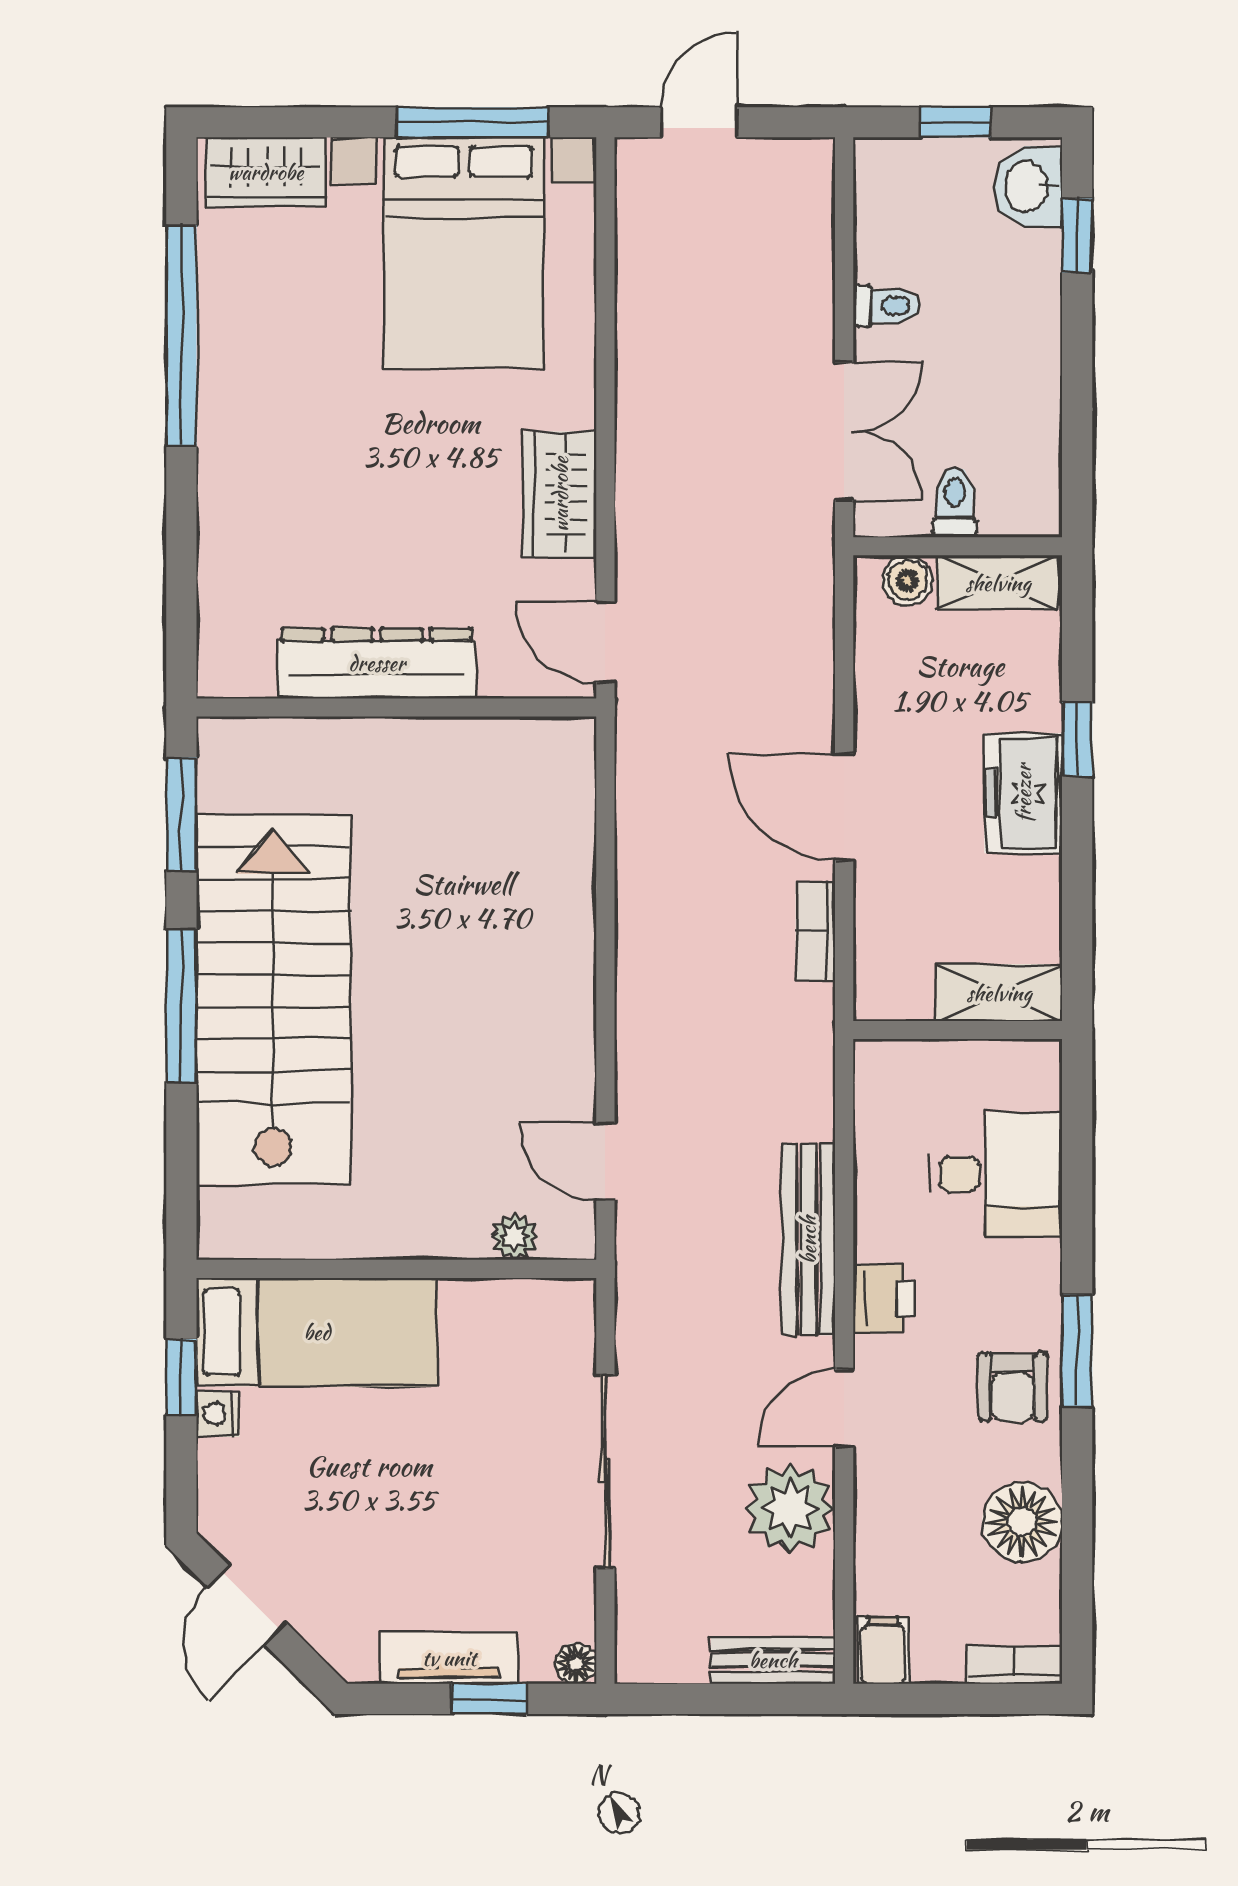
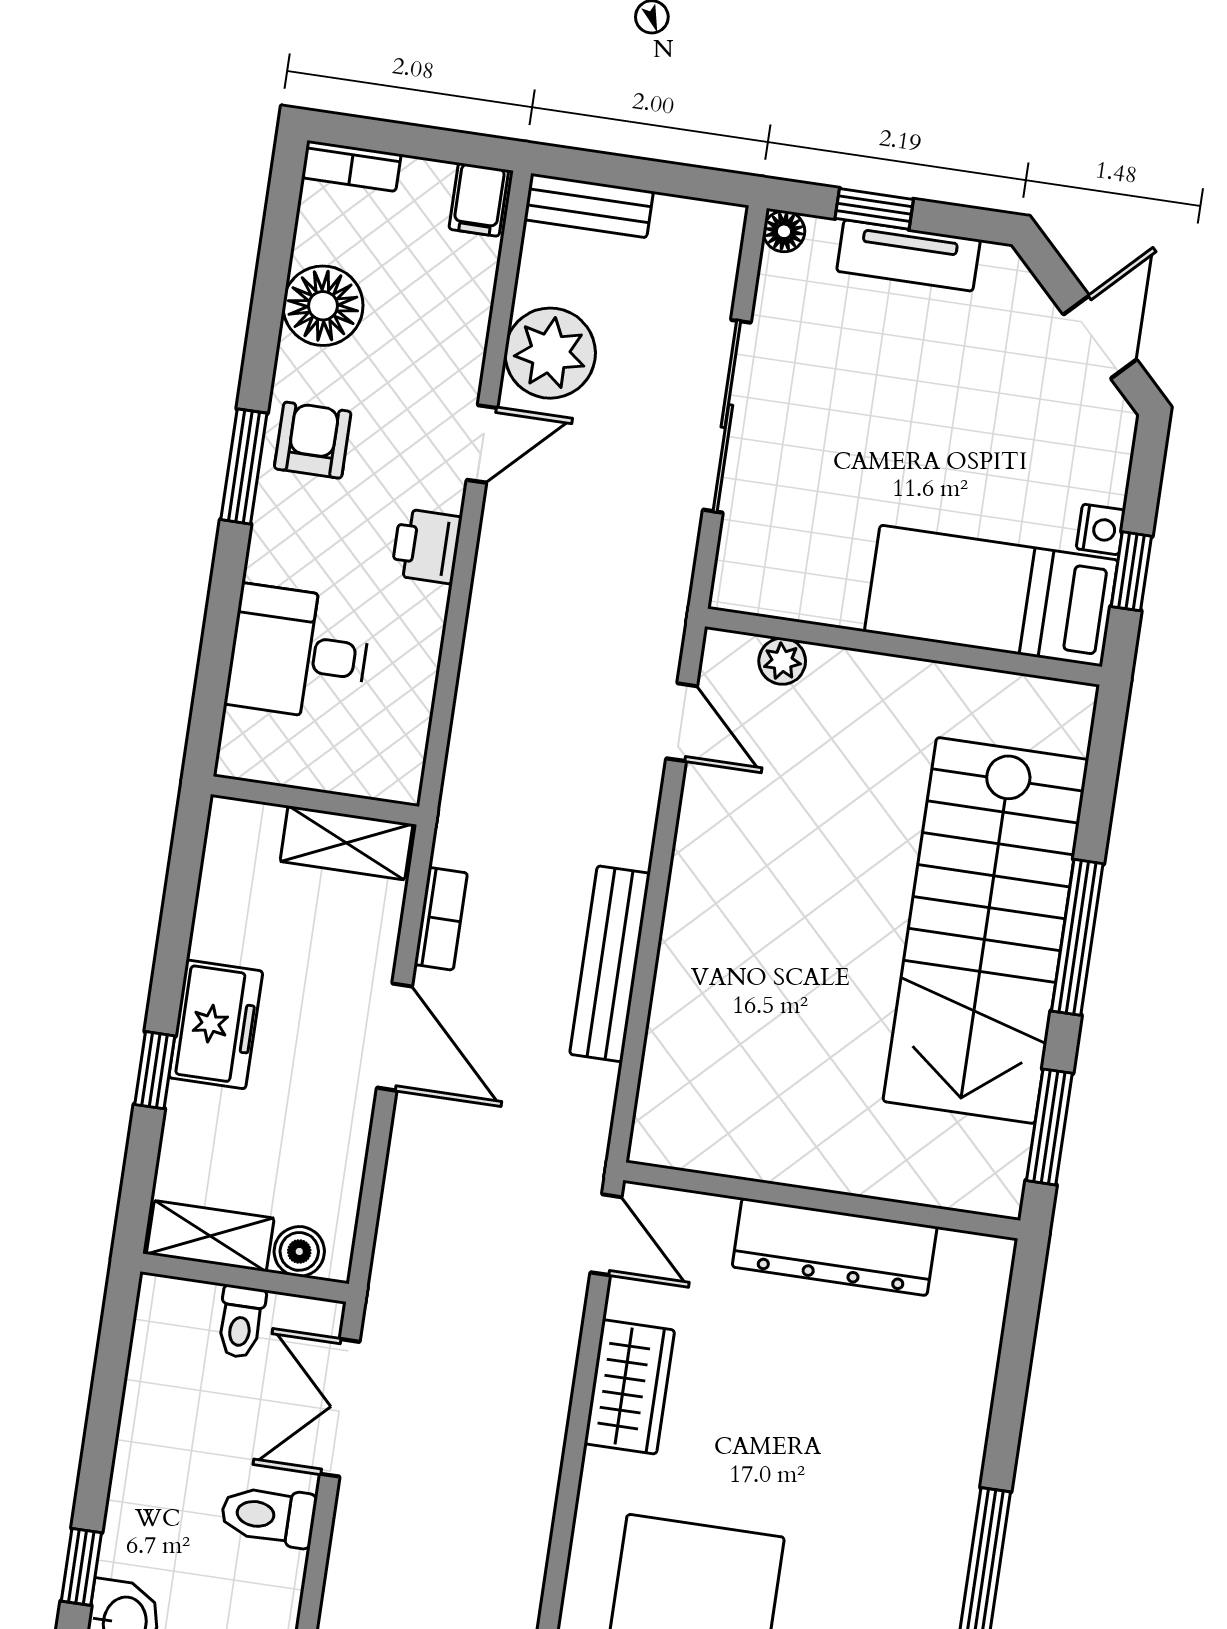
toilet: (886, 306) -> (268, 1516), width x1.37, depth x1.39
shelving: (999, 993) -> (346, 843), moved
bench: (808, 1240) -> (610, 964), moved

